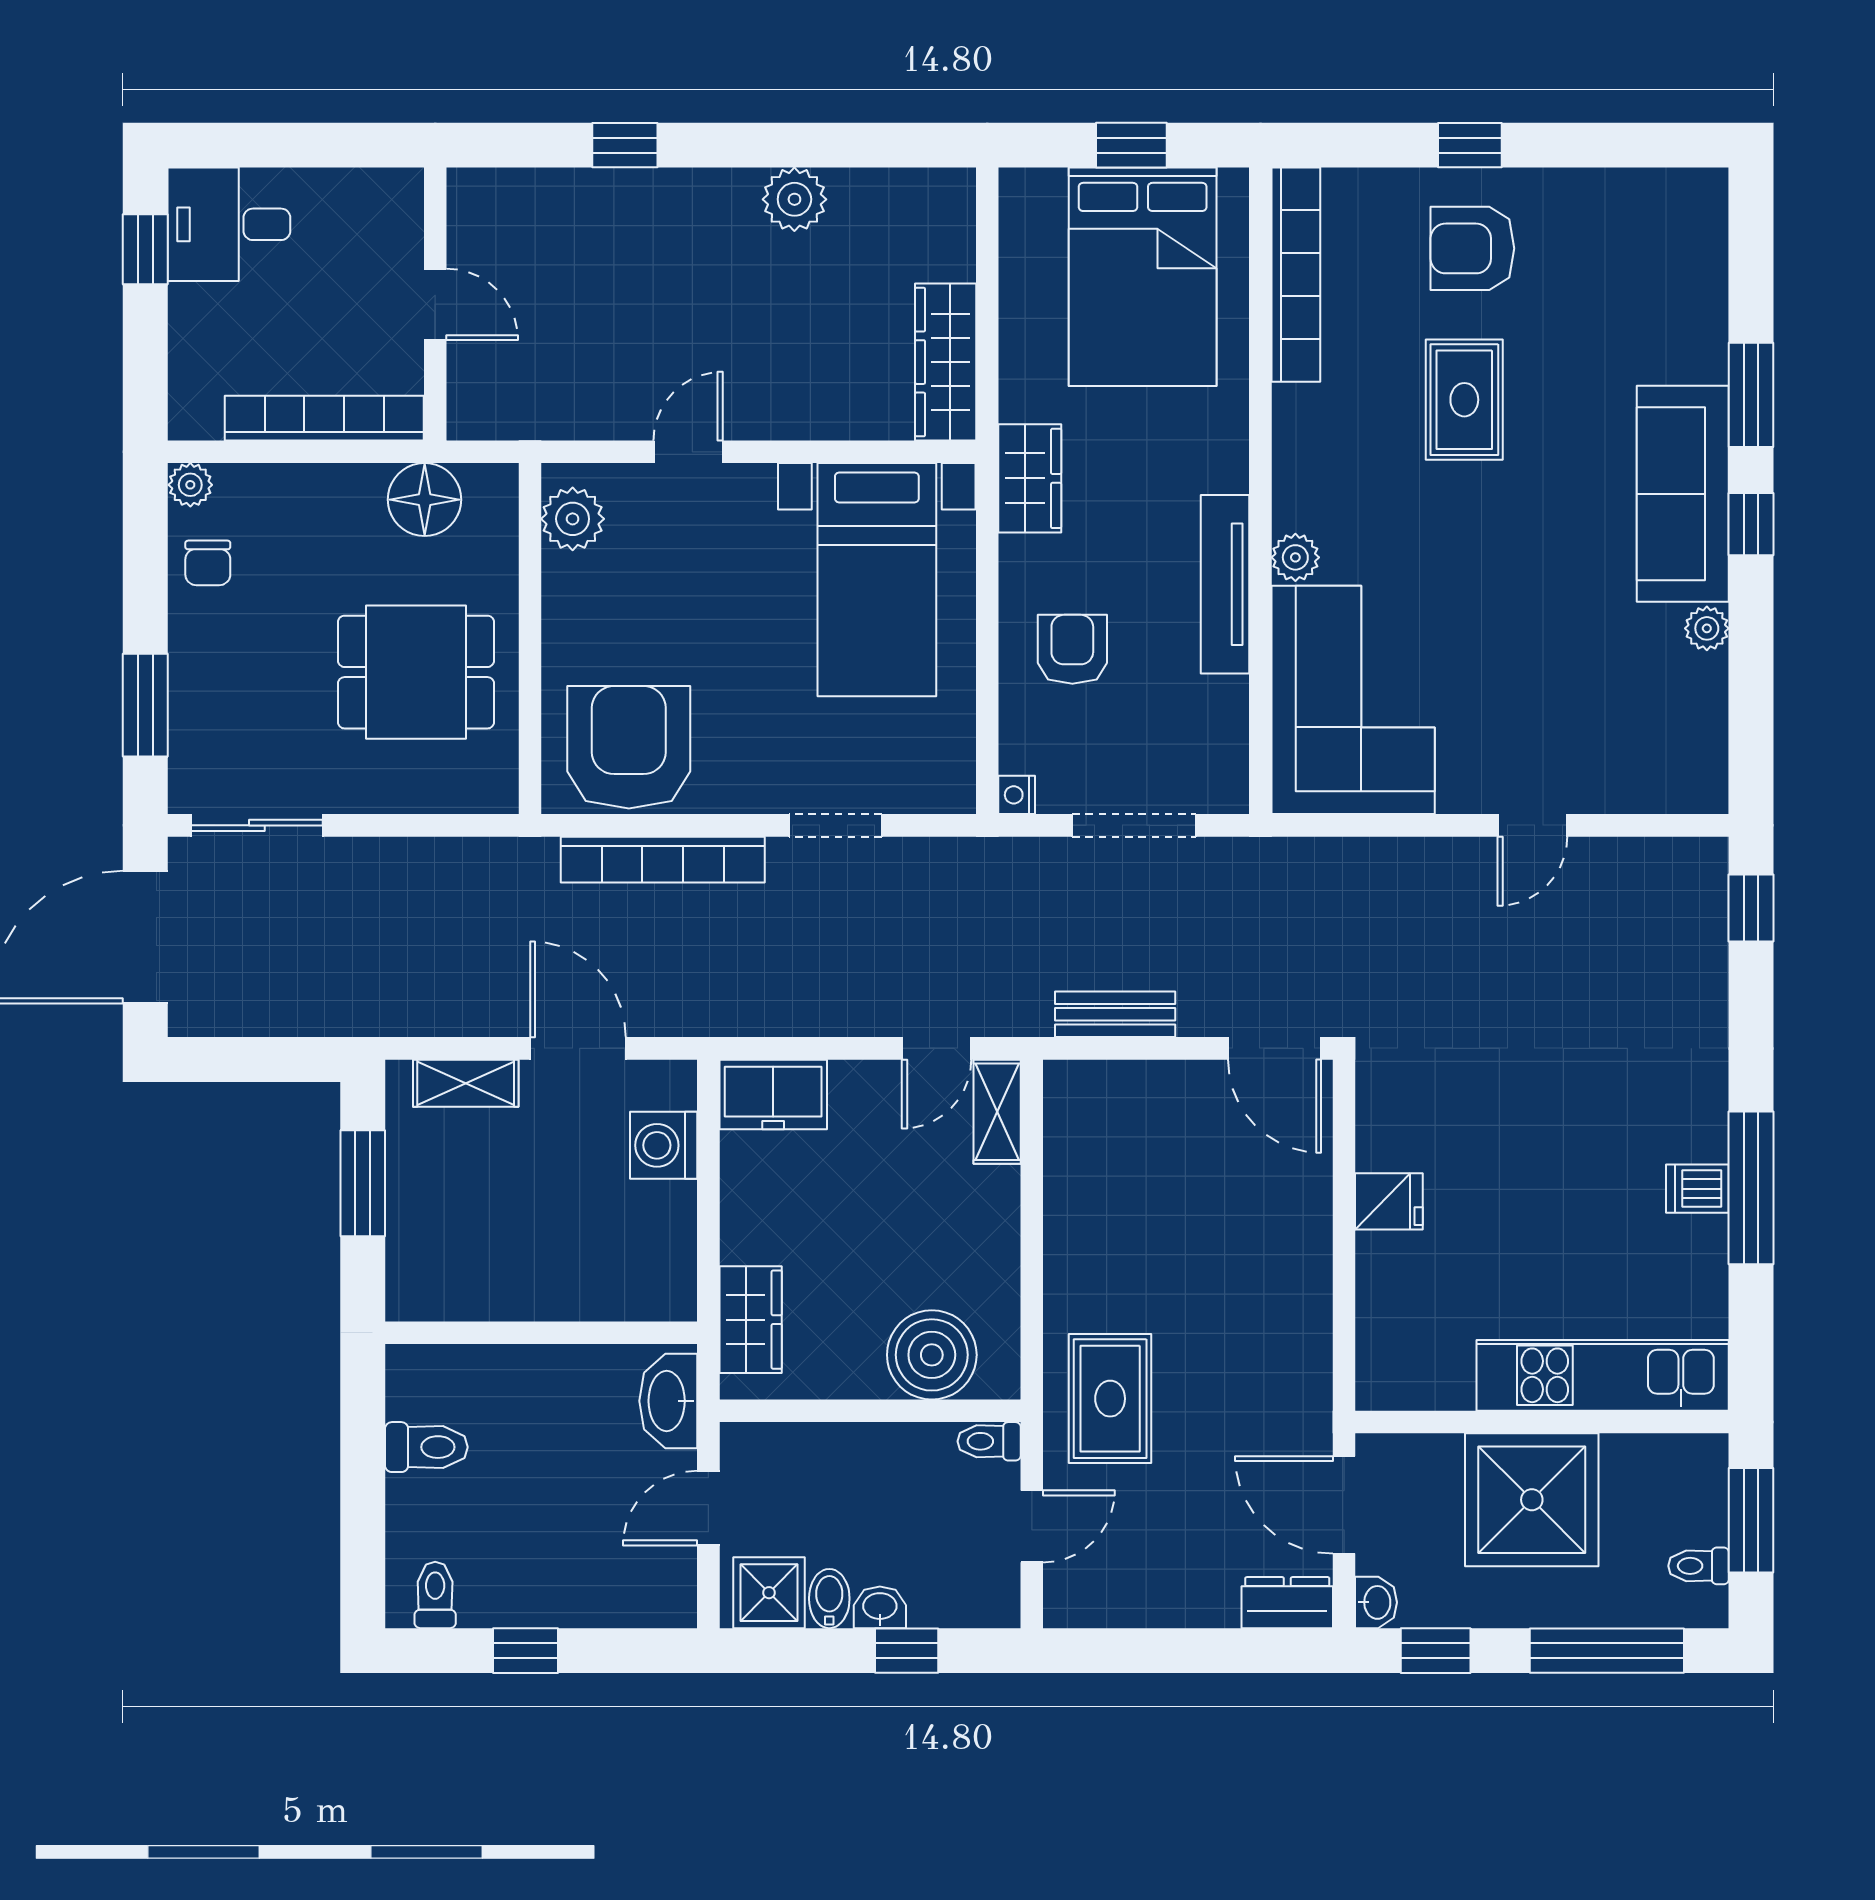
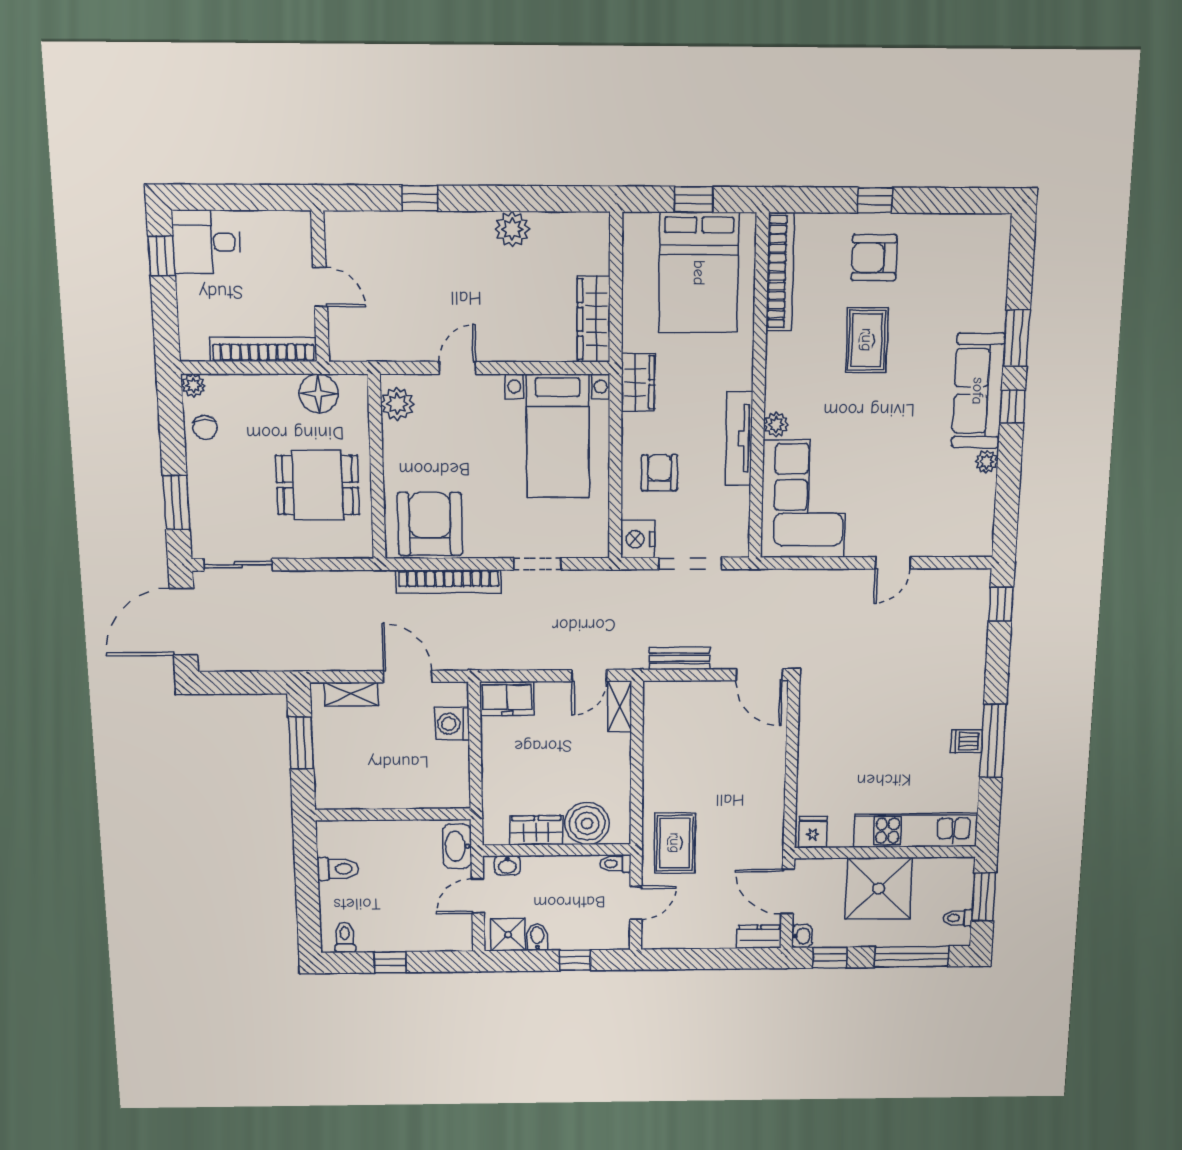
nightstand: (1017, 795) -> (638, 539), width x1.89, depth x1.79
fridge: (1389, 1201) -> (813, 832), moved, turned -90
wardrobe: (751, 1320) -> (536, 830), moved, turned -90
washbasin: (880, 1607) -> (507, 865), moved, turned 180

